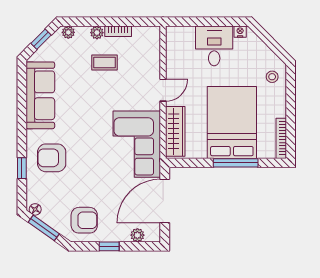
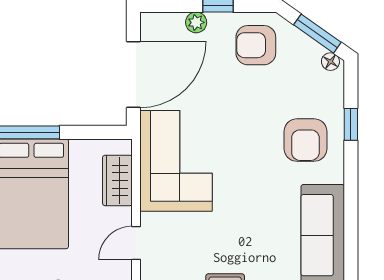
wardrobe: (175, 131) -> (117, 180), width x0.67
armchair: (52, 158) -> (305, 140), turned 90
plant: (137, 235) -> (196, 22), moved

